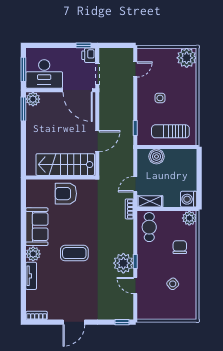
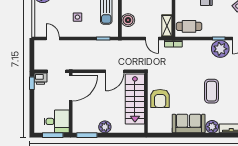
desk: (44, 74) -> (57, 121), width x0.73
plant: (33, 99) -> (105, 127), moved
door: (97, 141) -> (115, 71), swing flipped

